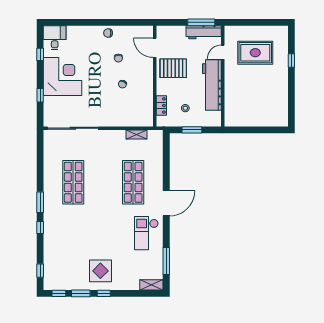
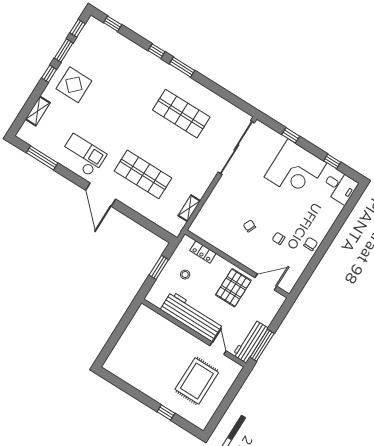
shelving: (151, 285) -> (38, 111), moved

